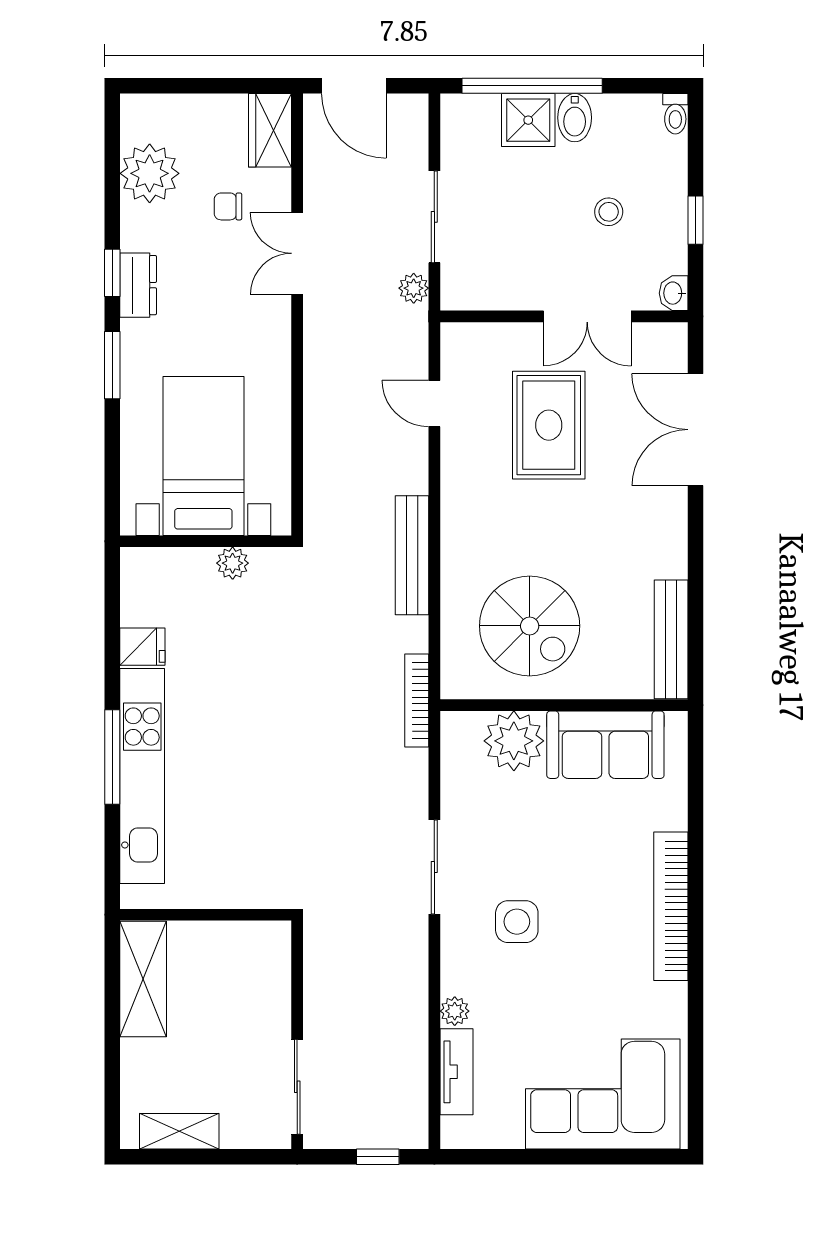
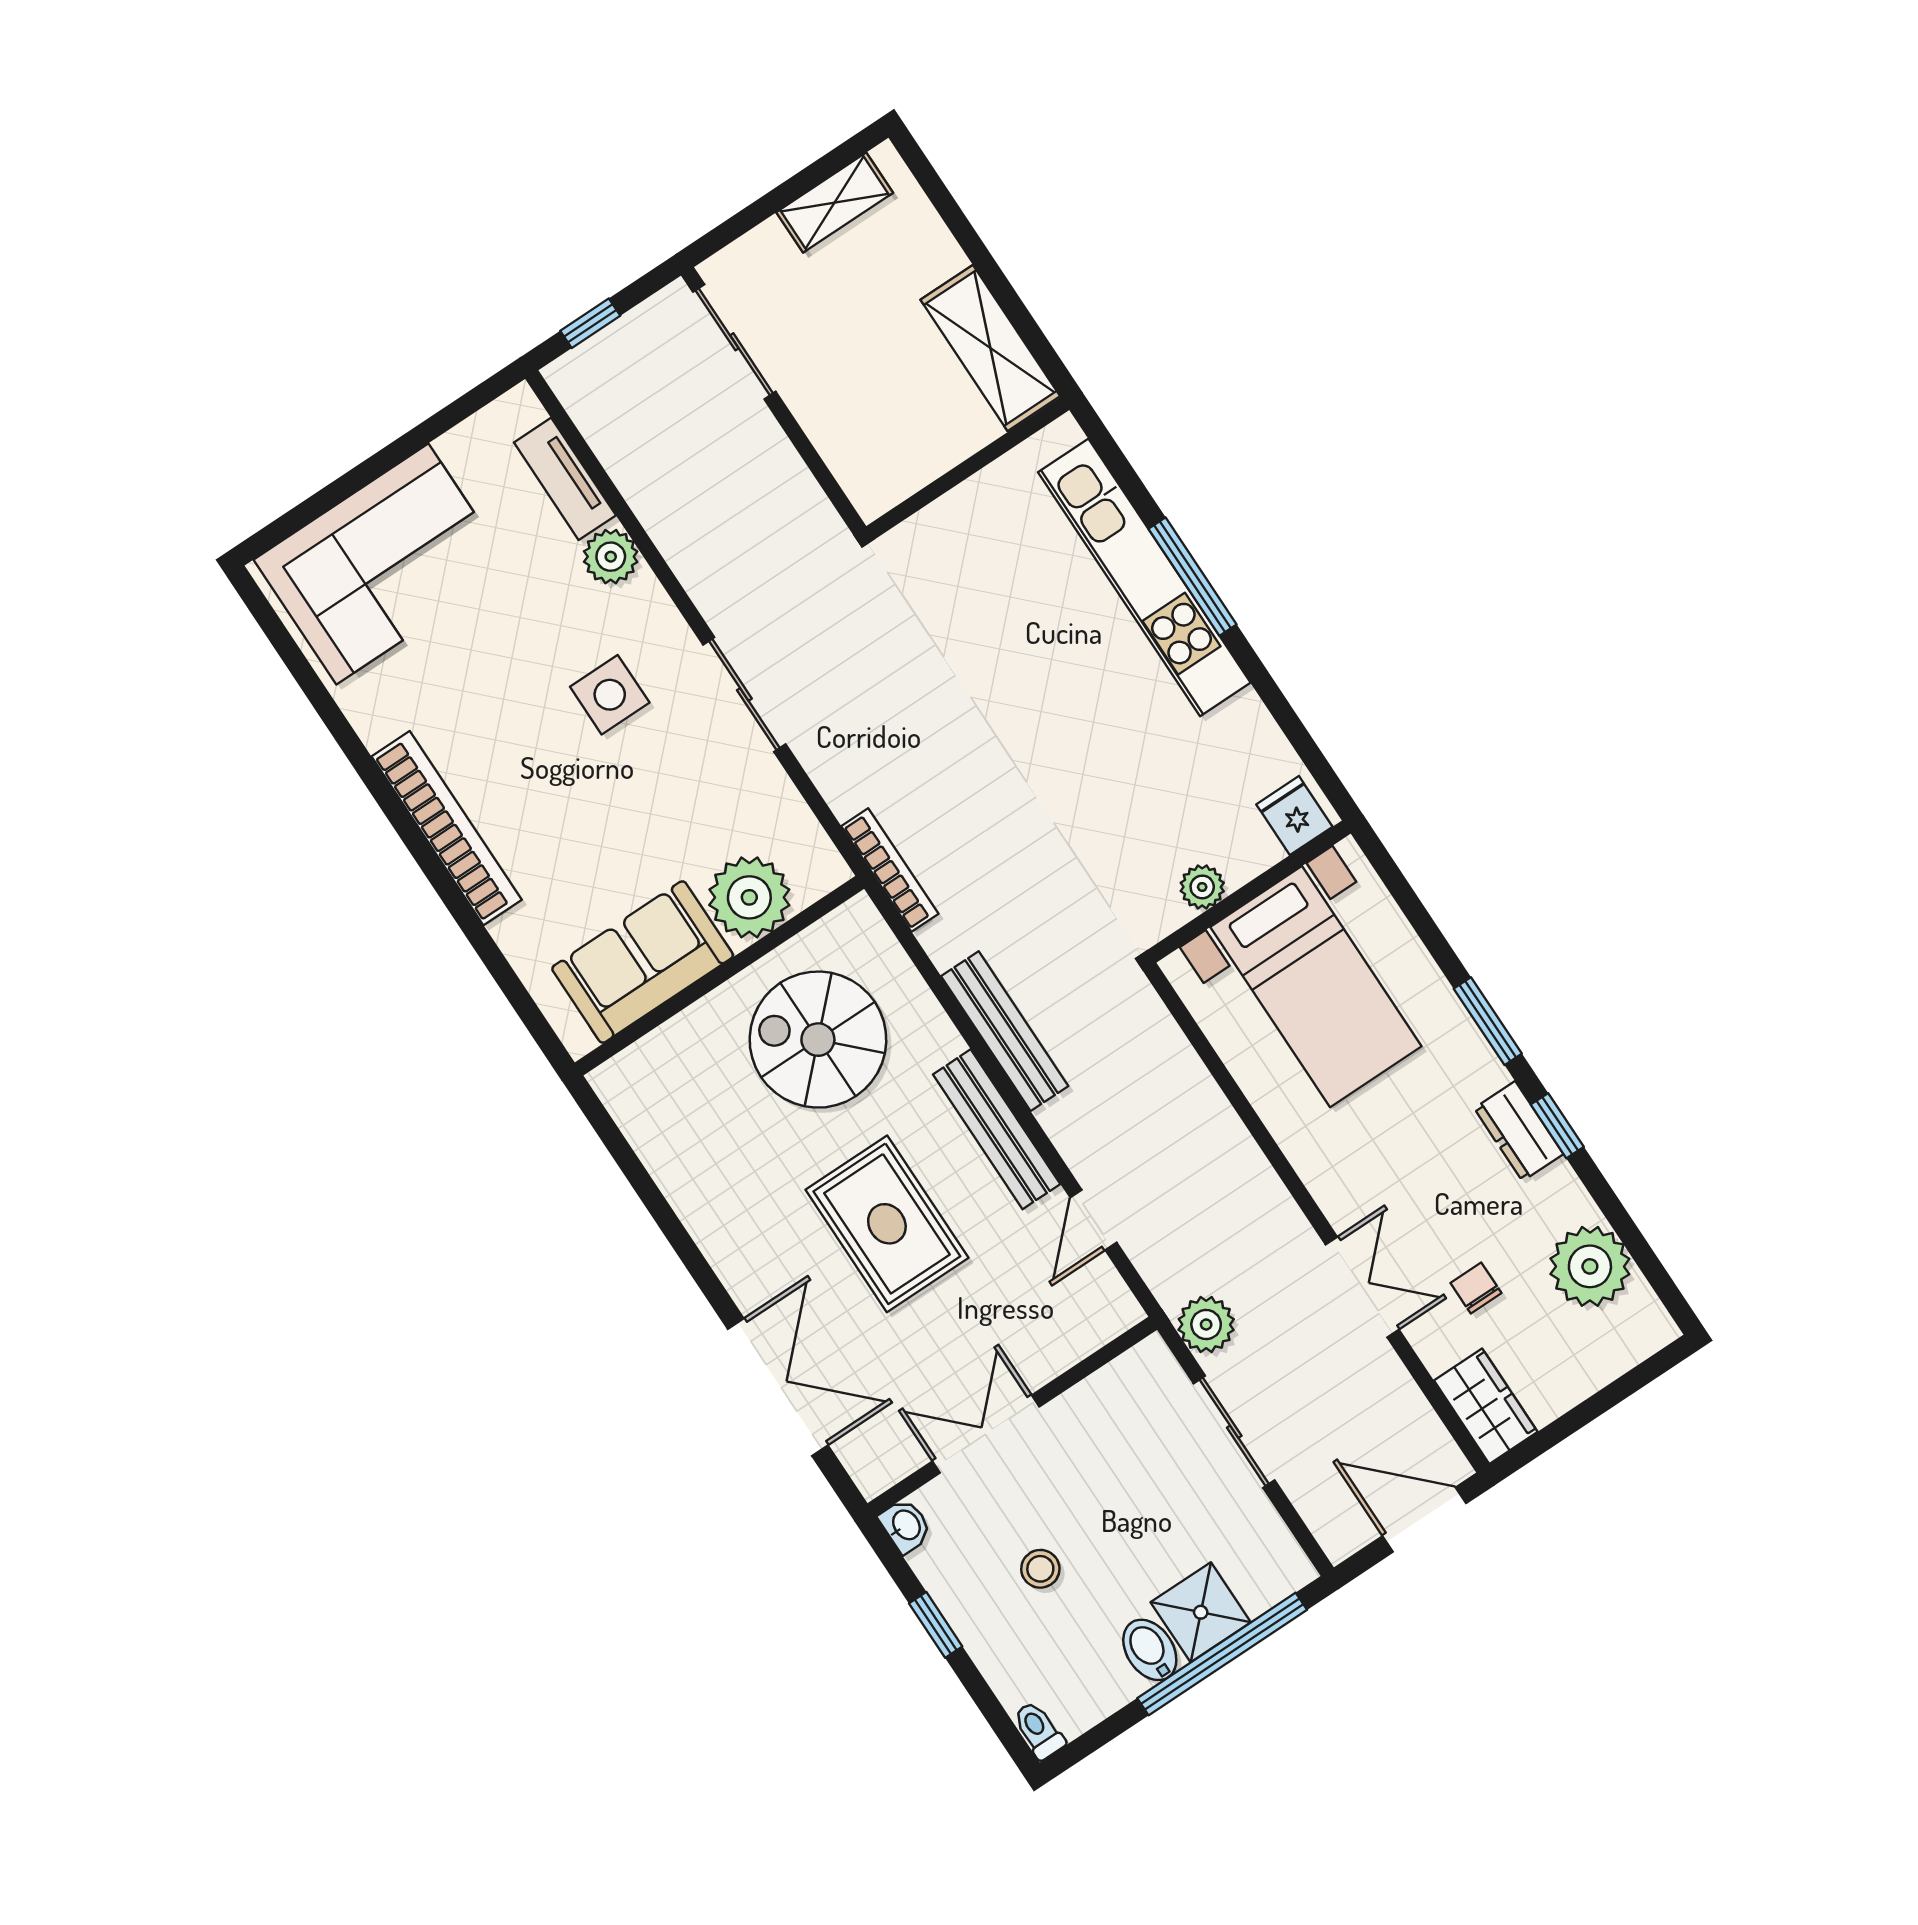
chair: (228, 206) -> (1476, 1288), turned -90
plant: (414, 288) -> (1206, 1324), width x1.38, depth x1.38
door: (434, 404) -> (1094, 1220), swing flipped
rug: (549, 425) -> (887, 1224), moved
bench: (671, 639) -> (997, 1129), moved
fridge: (142, 647) -> (1294, 816), moved, turned 90
plant: (455, 1011) -> (611, 557), width x1.38, depth x1.38

